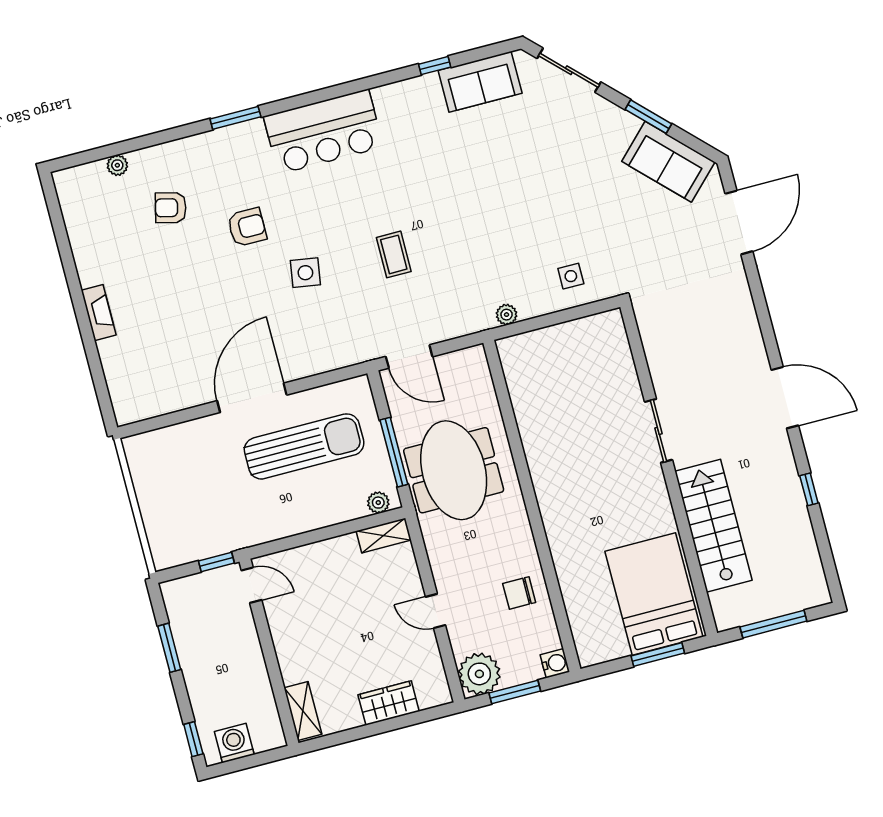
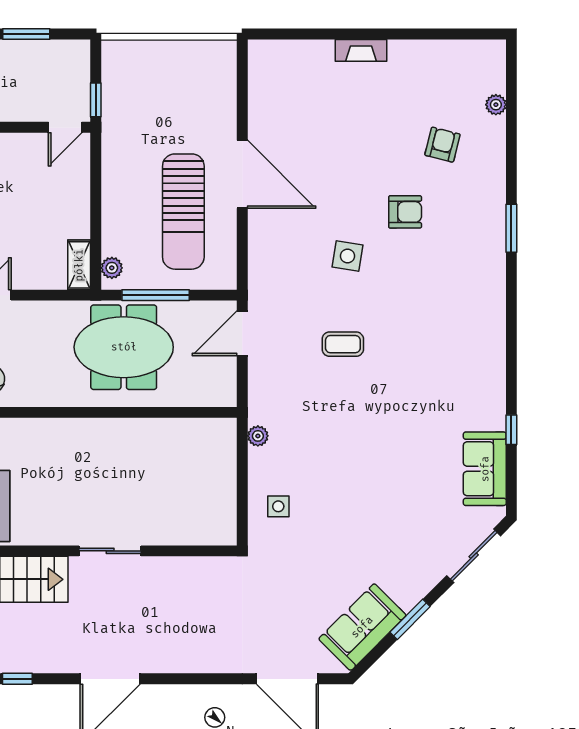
bar counter: (323, 132) -> (476, 308), removed
armchair: (247, 227) -> (405, 212), turned -90

